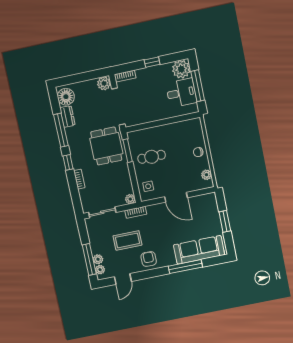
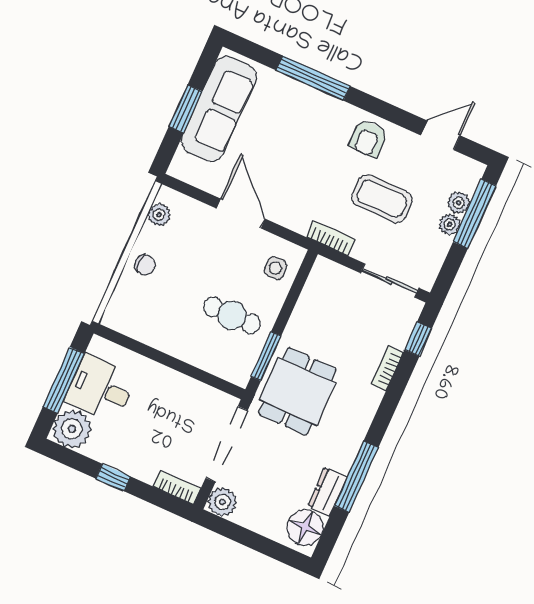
window: (68, 162) -> (418, 339), moved
plant: (130, 199) -> (323, 268), removed
sofa: (199, 250) -> (219, 109), moved, turned -90
plant: (100, 270) -> (450, 224), moved

